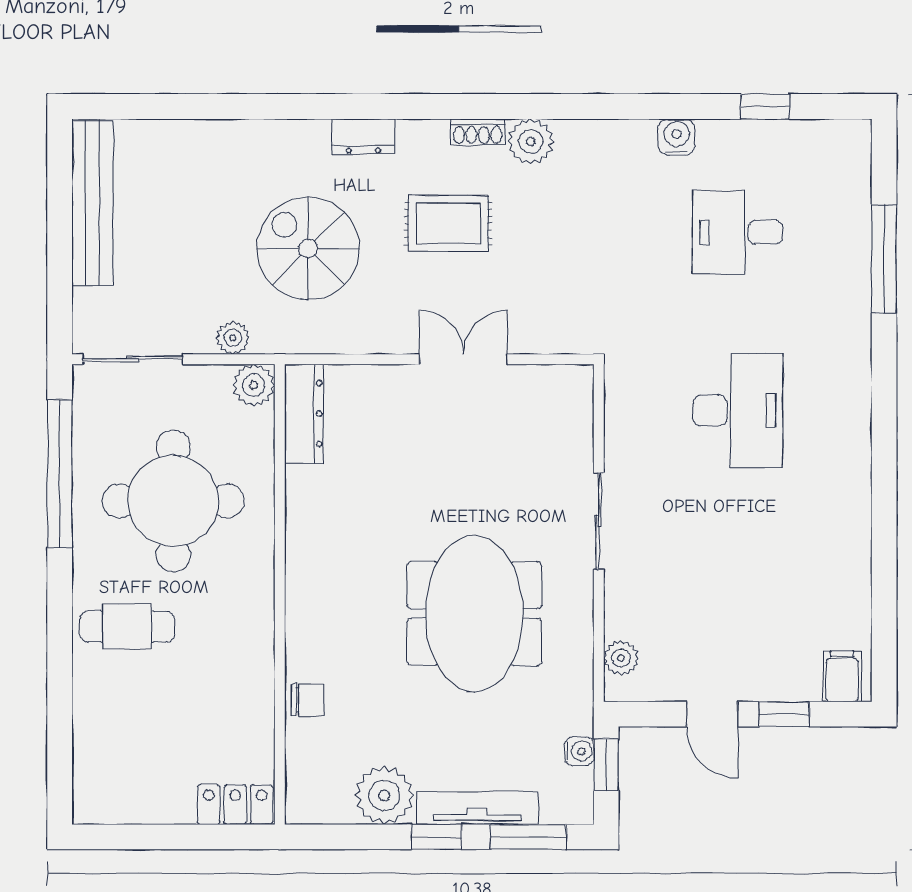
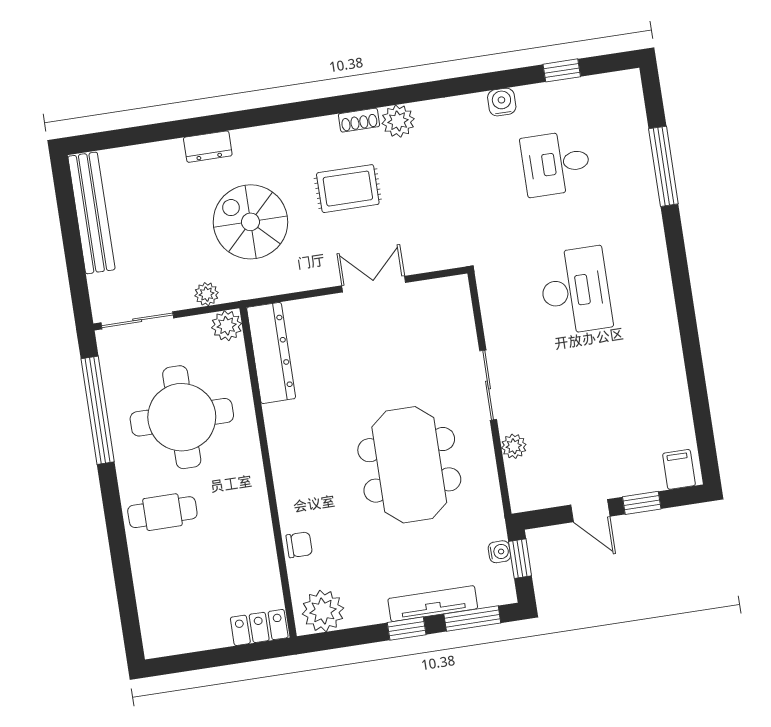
dresser: (363, 137) -> (208, 147), moved
dresser: (304, 414) -> (271, 353), width x1.37, depth x1.24
plant: (621, 658) -> (514, 446), moved
plant: (384, 795) -> (323, 611), moved

